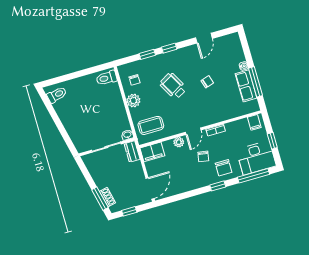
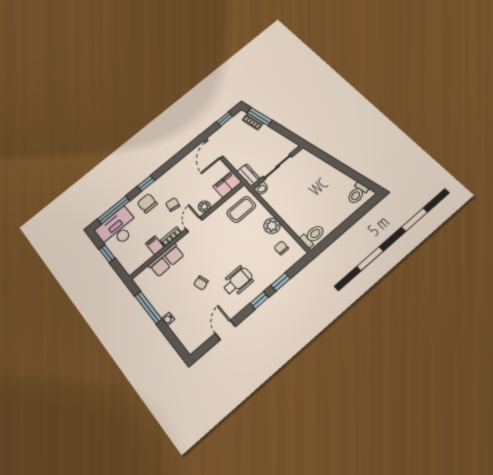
wheelchair: (173, 86) -> (238, 281), moved, turned -61
row of seats: (246, 86) -> (166, 260), moved, turned 90
filing cabinet: (254, 122) -> (155, 245), moved

